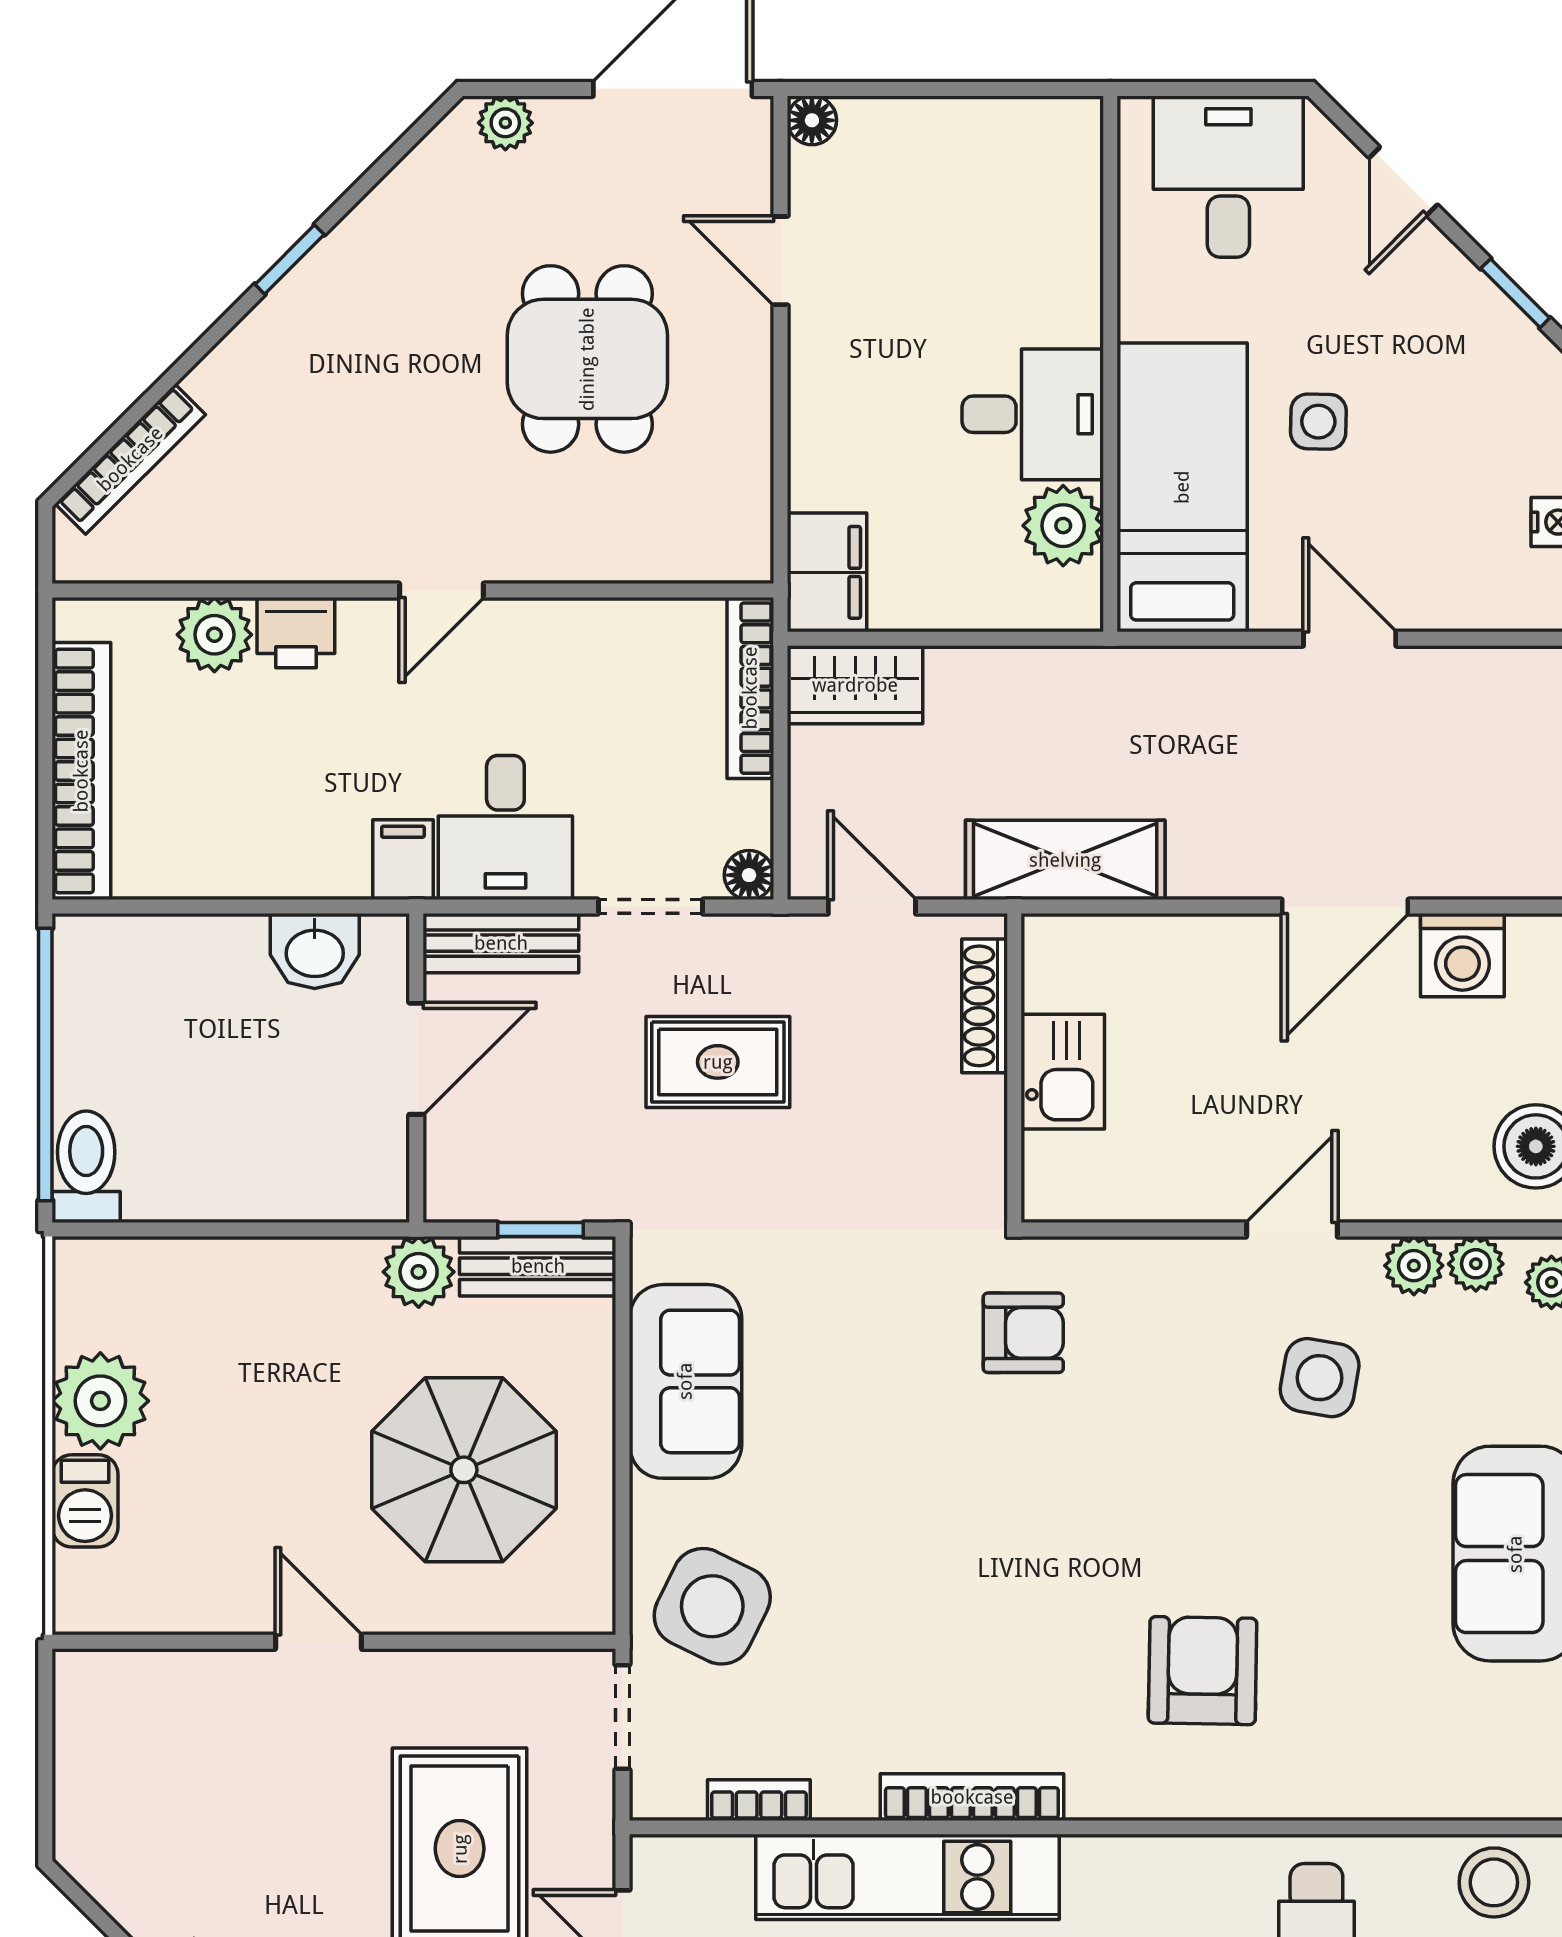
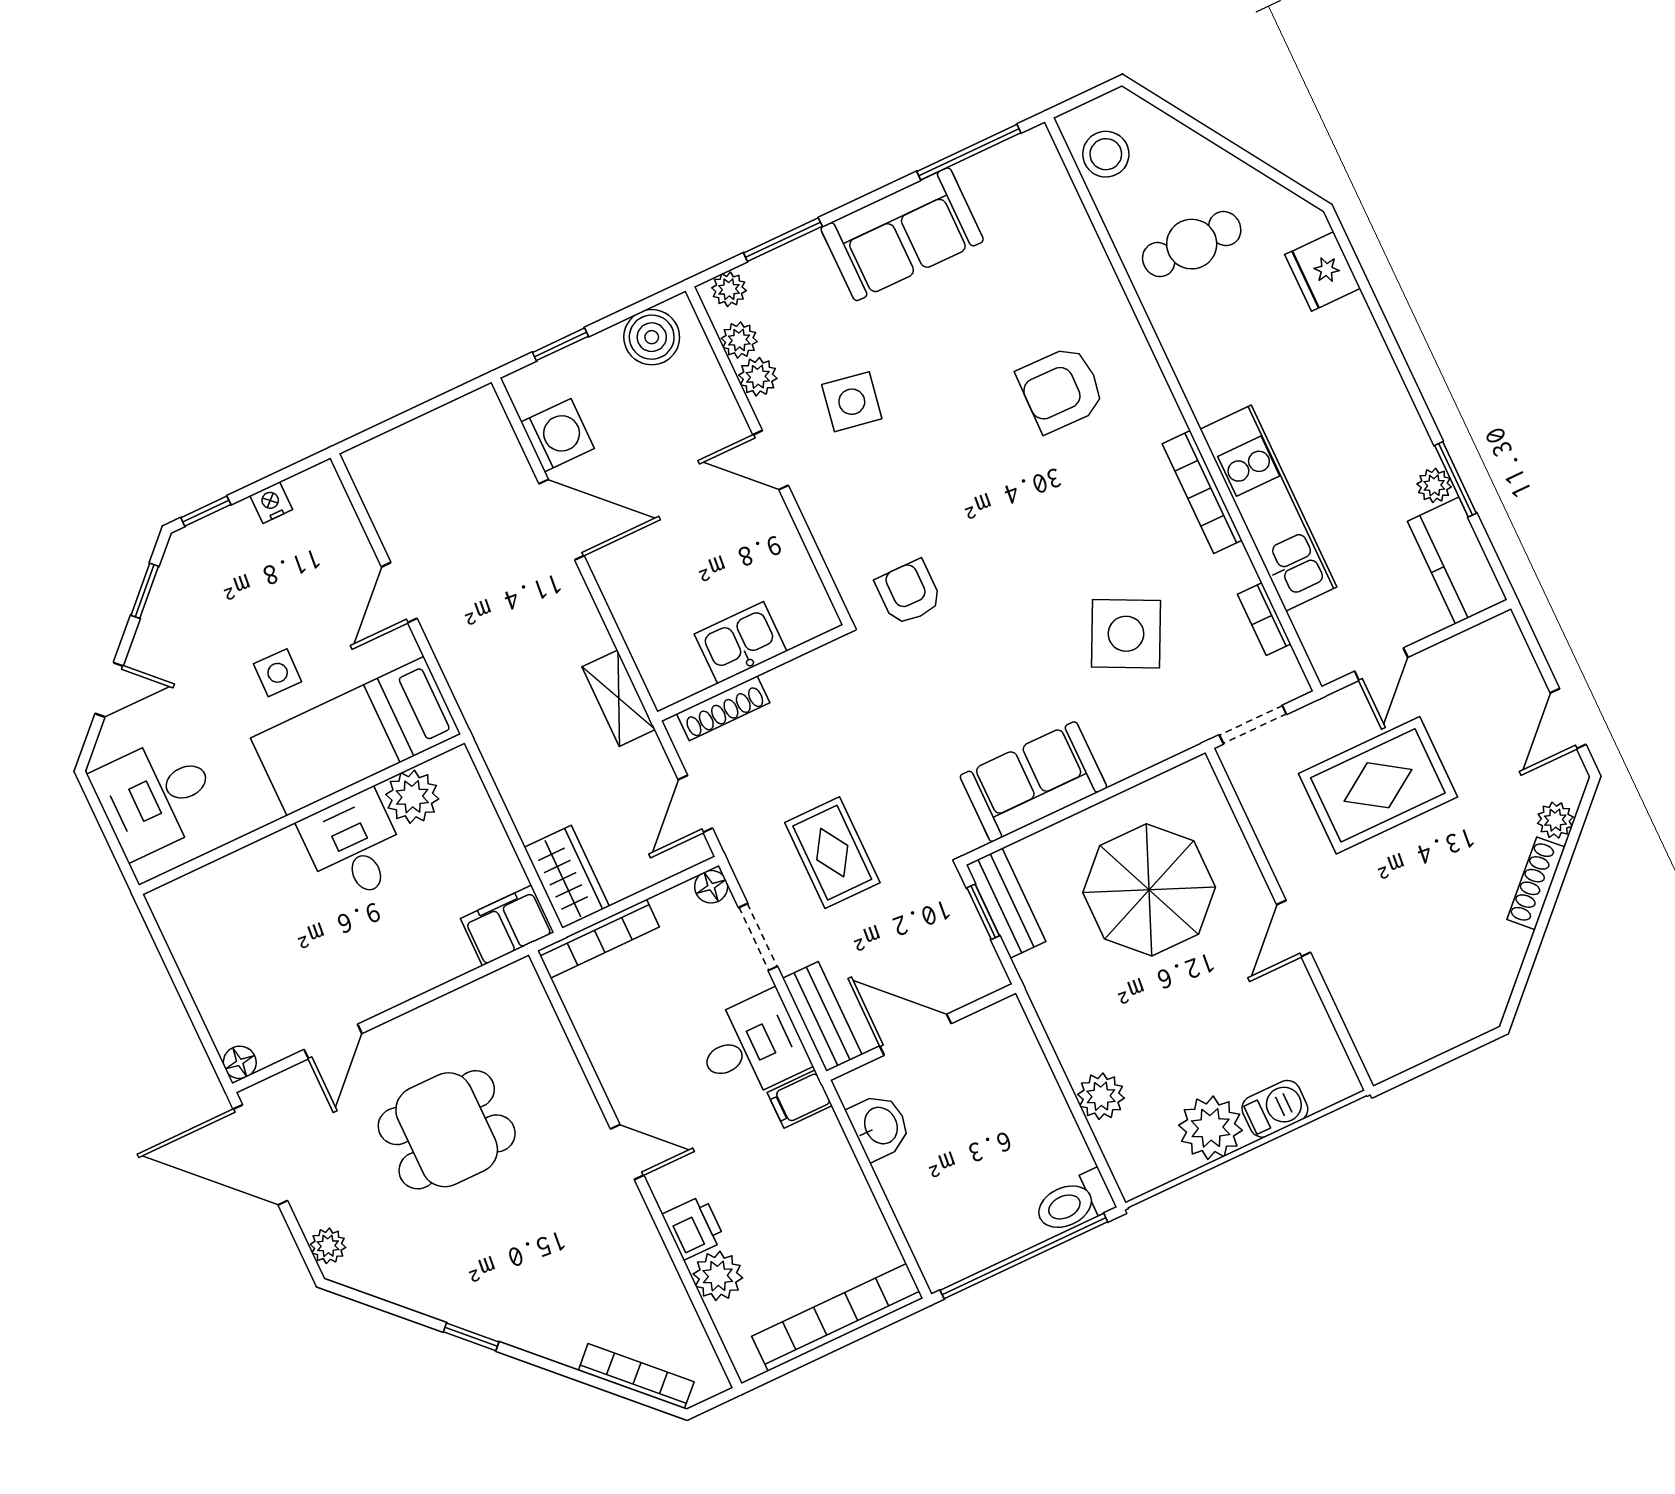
shelving: (1065, 860) -> (619, 698), width x0.67, depth x0.75
plant: (419, 1272) -> (1101, 1096), moved
side table: (712, 1606) -> (1126, 634), moved

